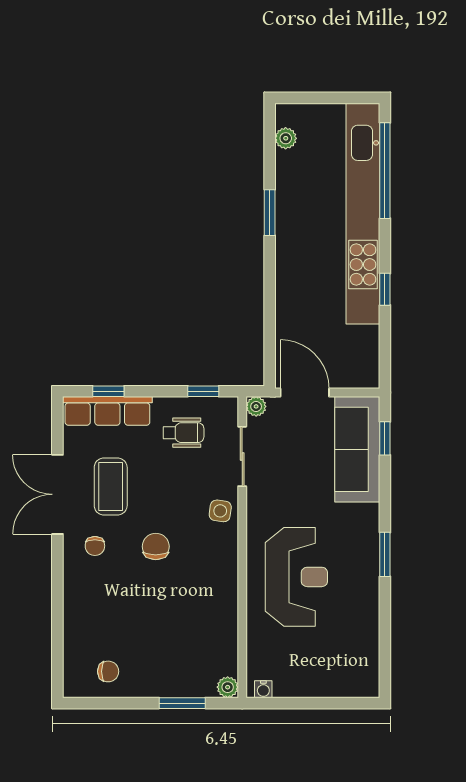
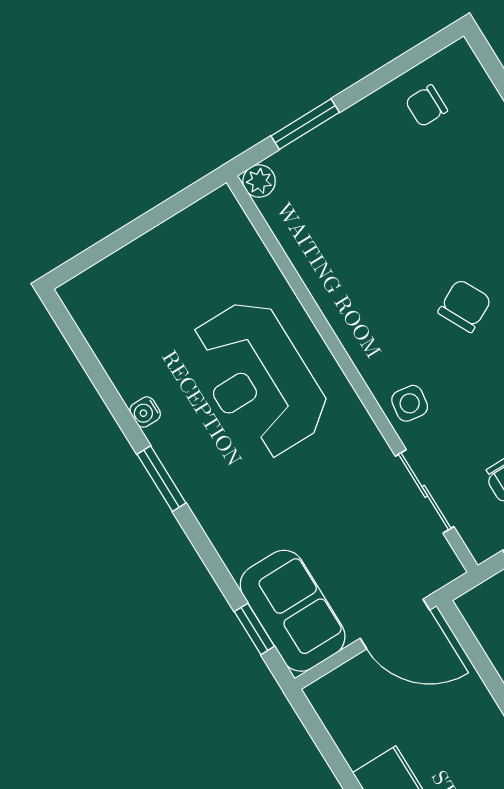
plant: (256, 406) -> (447, 567), removed
sofa: (357, 449) -> (293, 611), width x0.73
chair: (156, 546) -> (465, 306), turned -117
water cooler: (263, 689) -> (145, 412), moved, turned -90

